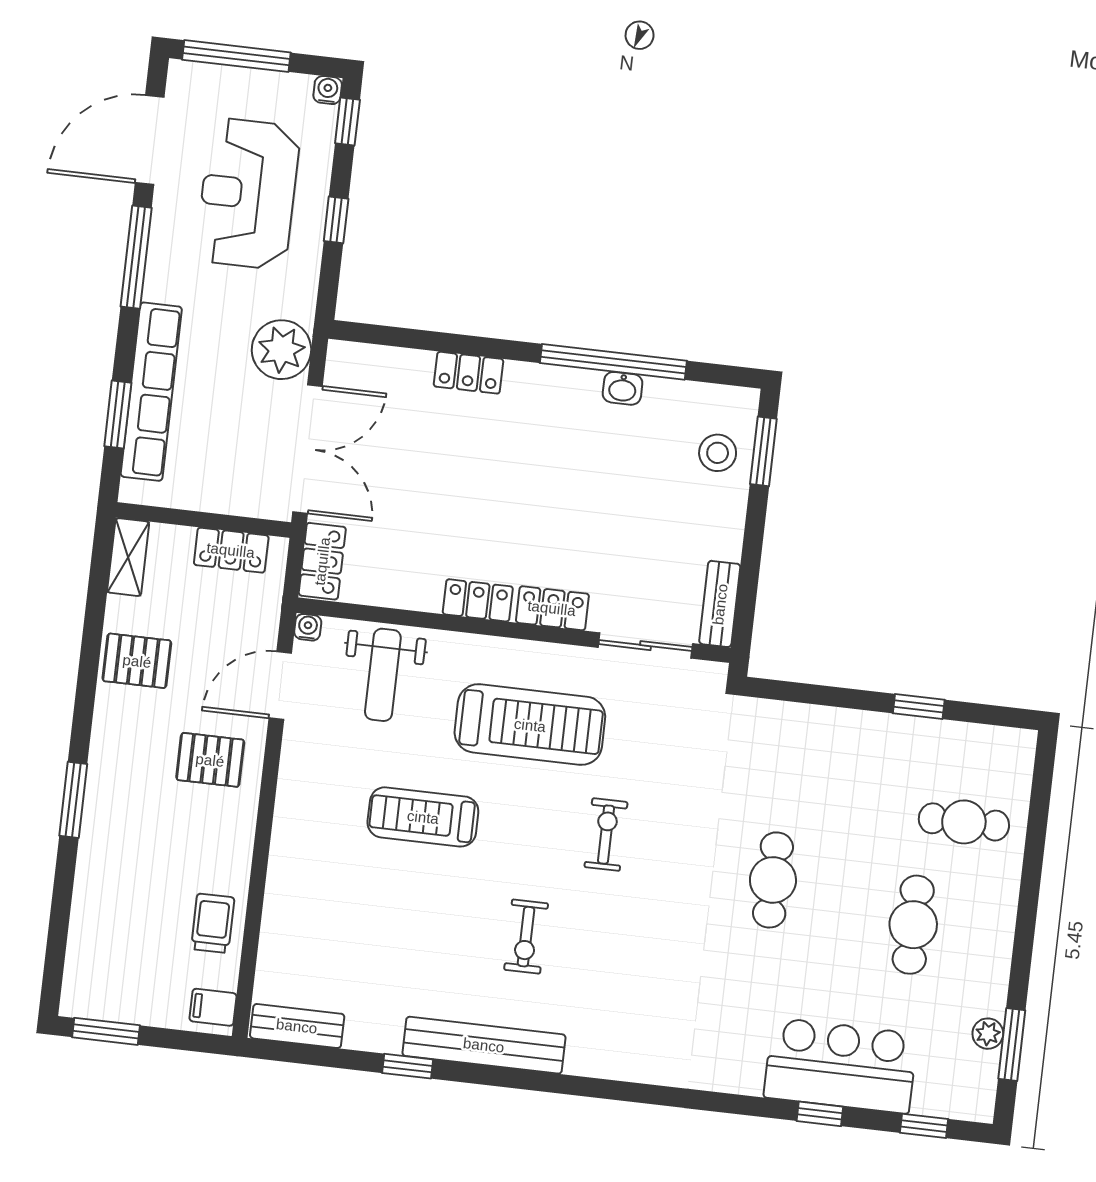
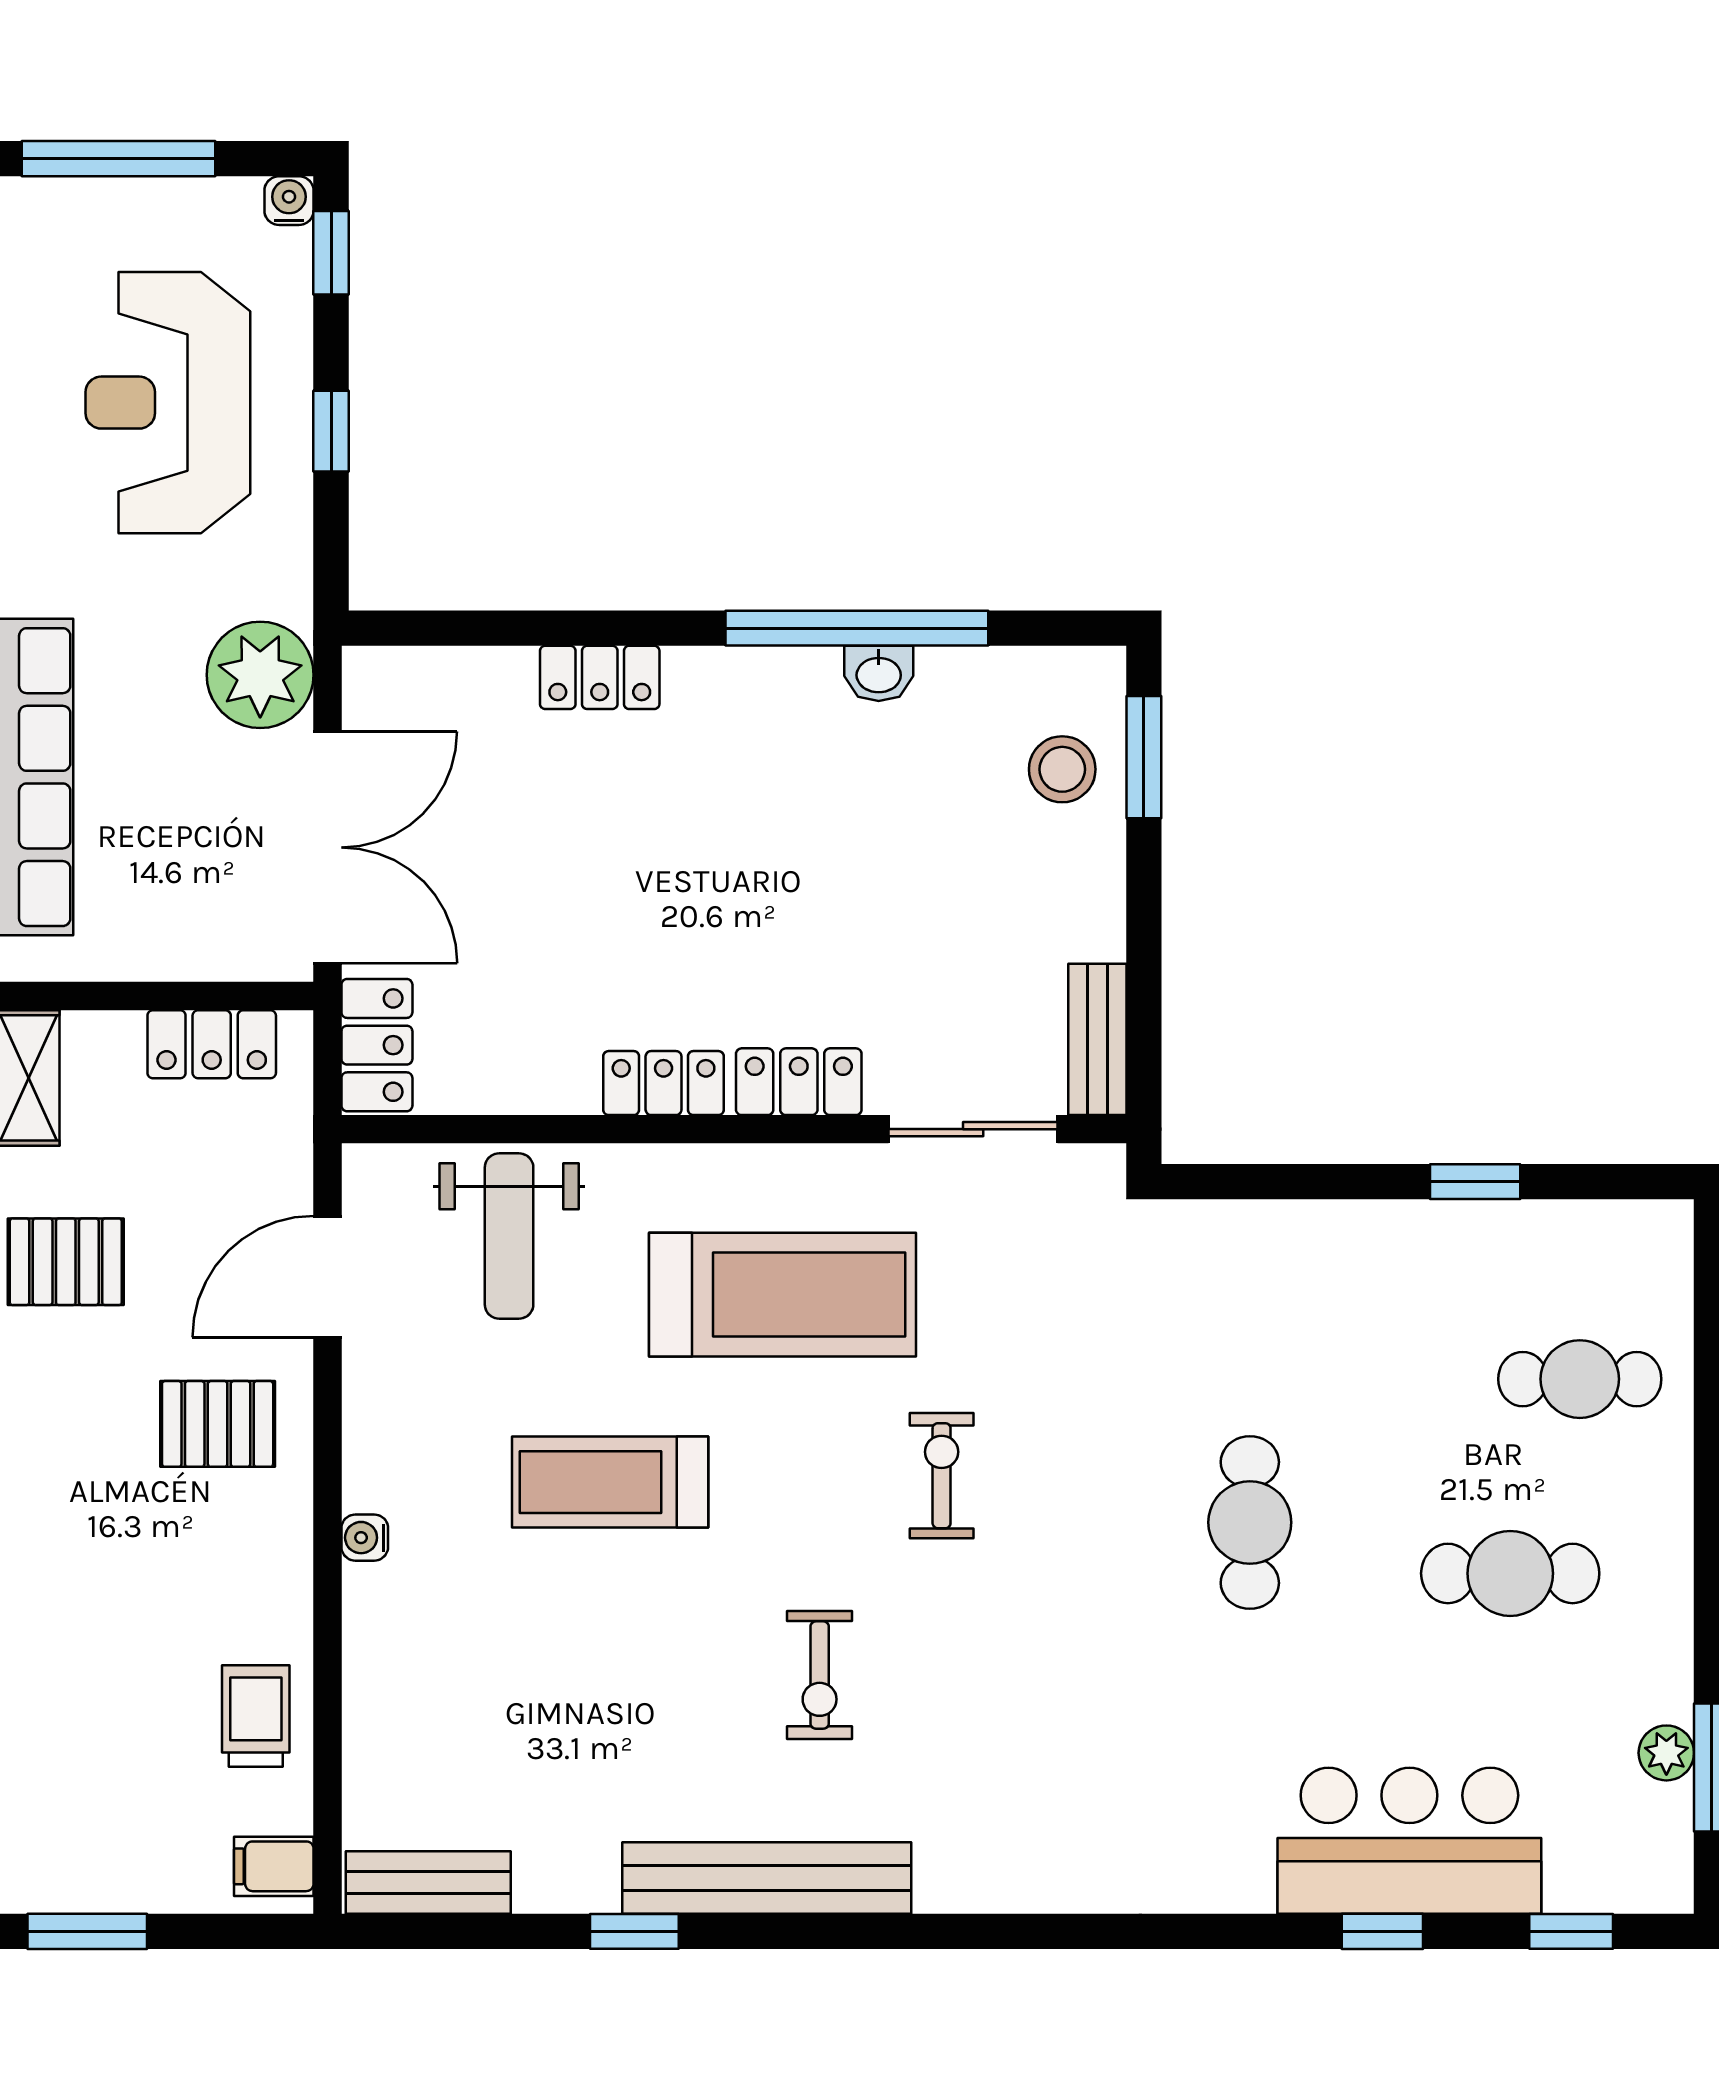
water cooler: (308, 627) -> (365, 1538), moved, turned -90
cafe table: (913, 925) -> (1510, 1573), turned 90

